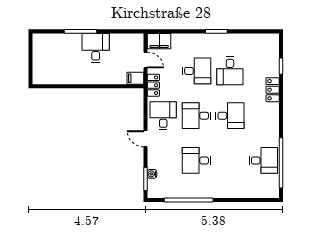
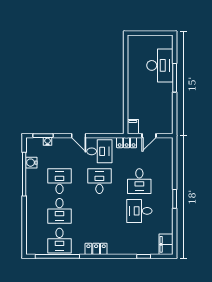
filing cabinet: (159, 41) -> (166, 244), moved
desk: (96, 48) -> (160, 65), moved, width x1.37
locker: (273, 90) -> (96, 249), moved
desk: (230, 116) -> (59, 211), moved
door: (146, 139) -> (79, 136), swing flipped
water cooler: (176, 192) -> (31, 163), added

